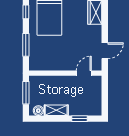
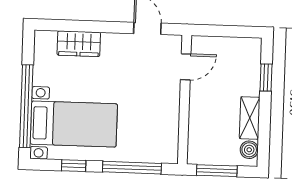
window: (26, 45) -> (132, 168), width x1.44
door: (84, 73) -> (186, 67), swing flipped

